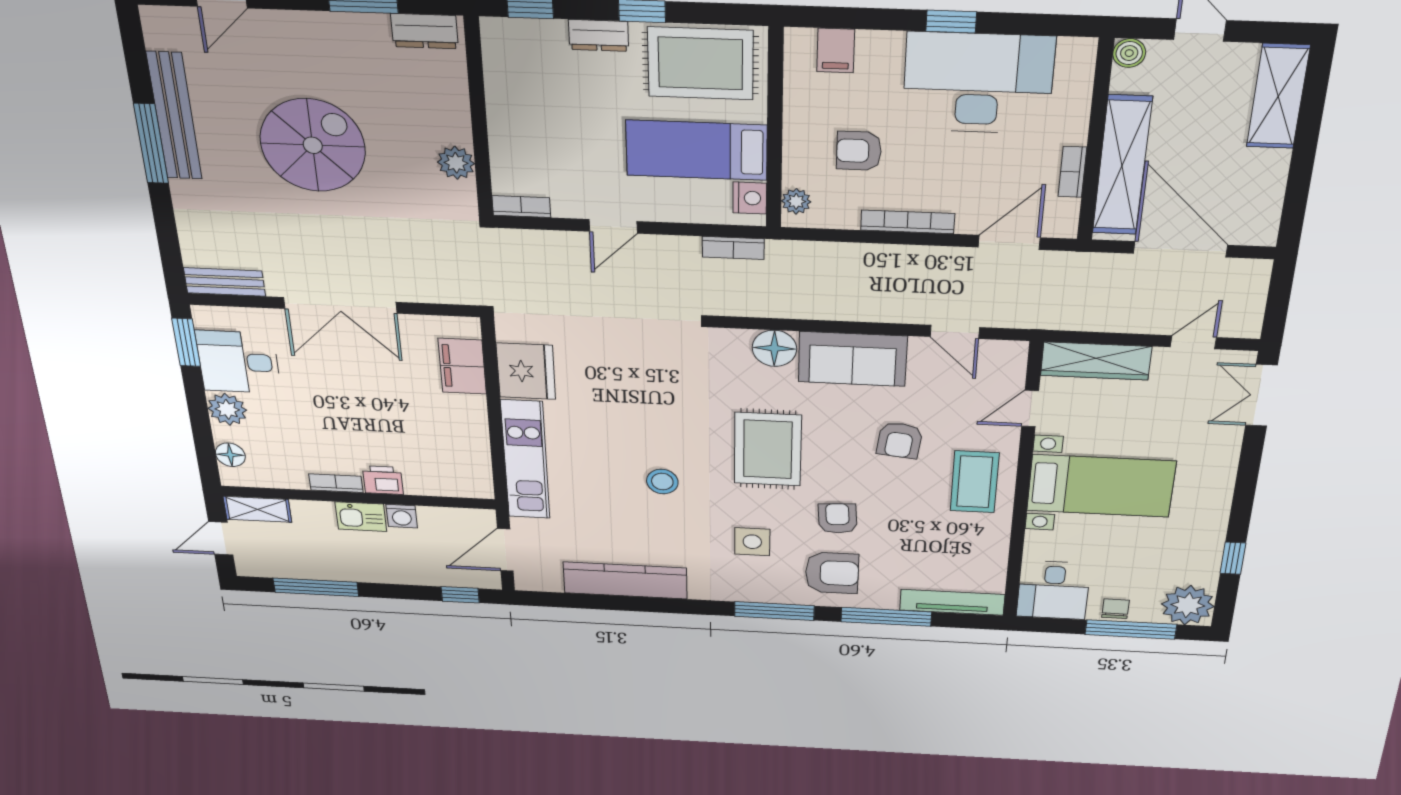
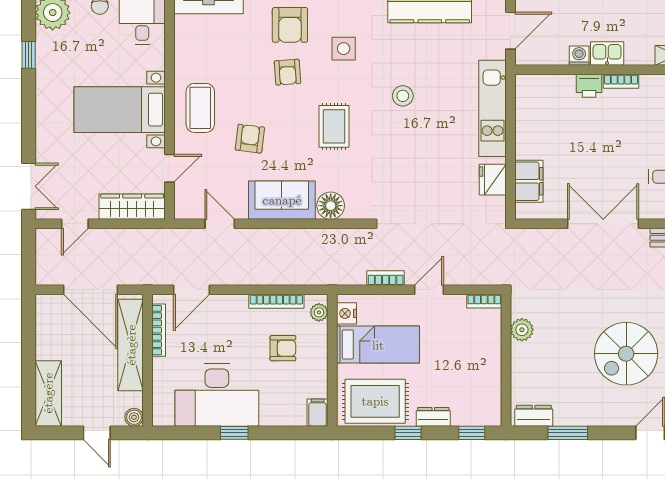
filing cabinet: (836, 50) -> (318, 413), moved
spiral stairs: (313, 145) -> (626, 354), moved
bookcase: (1072, 172) -> (159, 330), width x1.56
bookcase: (908, 222) -> (276, 301), moved
bookcase: (733, 248) -> (386, 278), moved
fridge: (526, 371) -> (493, 180), width x0.73, depth x0.75
rug: (768, 449) -> (334, 126), width x0.73, depth x0.70
armchair: (832, 573) -> (290, 25), turned -90

